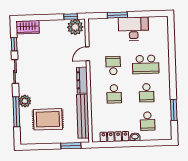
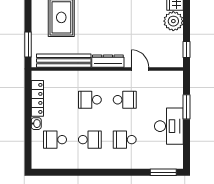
plant: (75, 27) -> (173, 21), moved
school desk: (146, 64) -> (125, 140), width x0.54
school desk: (147, 93) -> (90, 140), turned 180
window: (174, 110) -> (163, 172), moved

